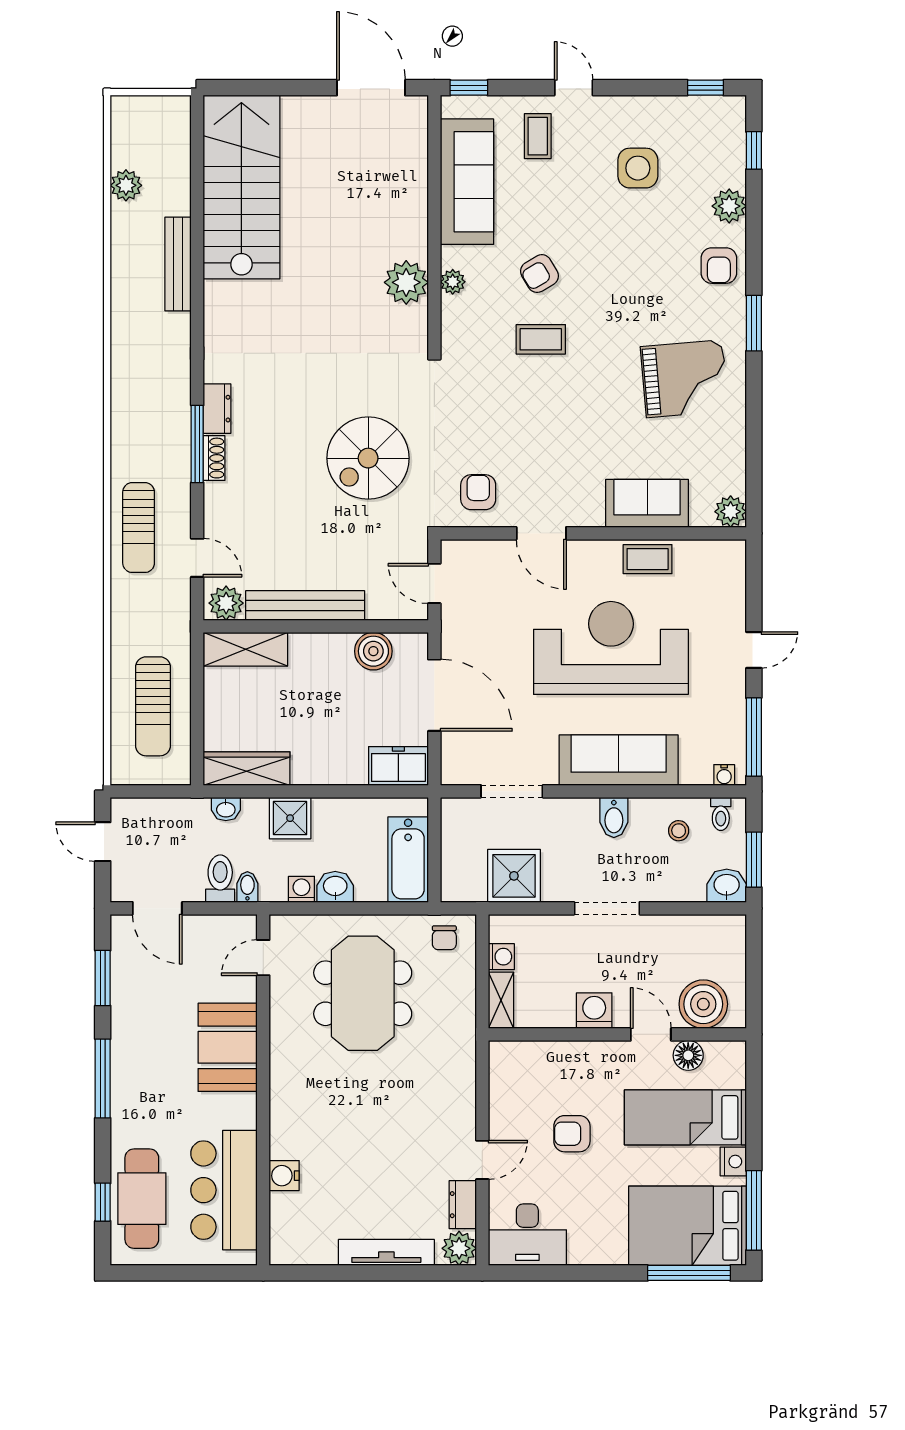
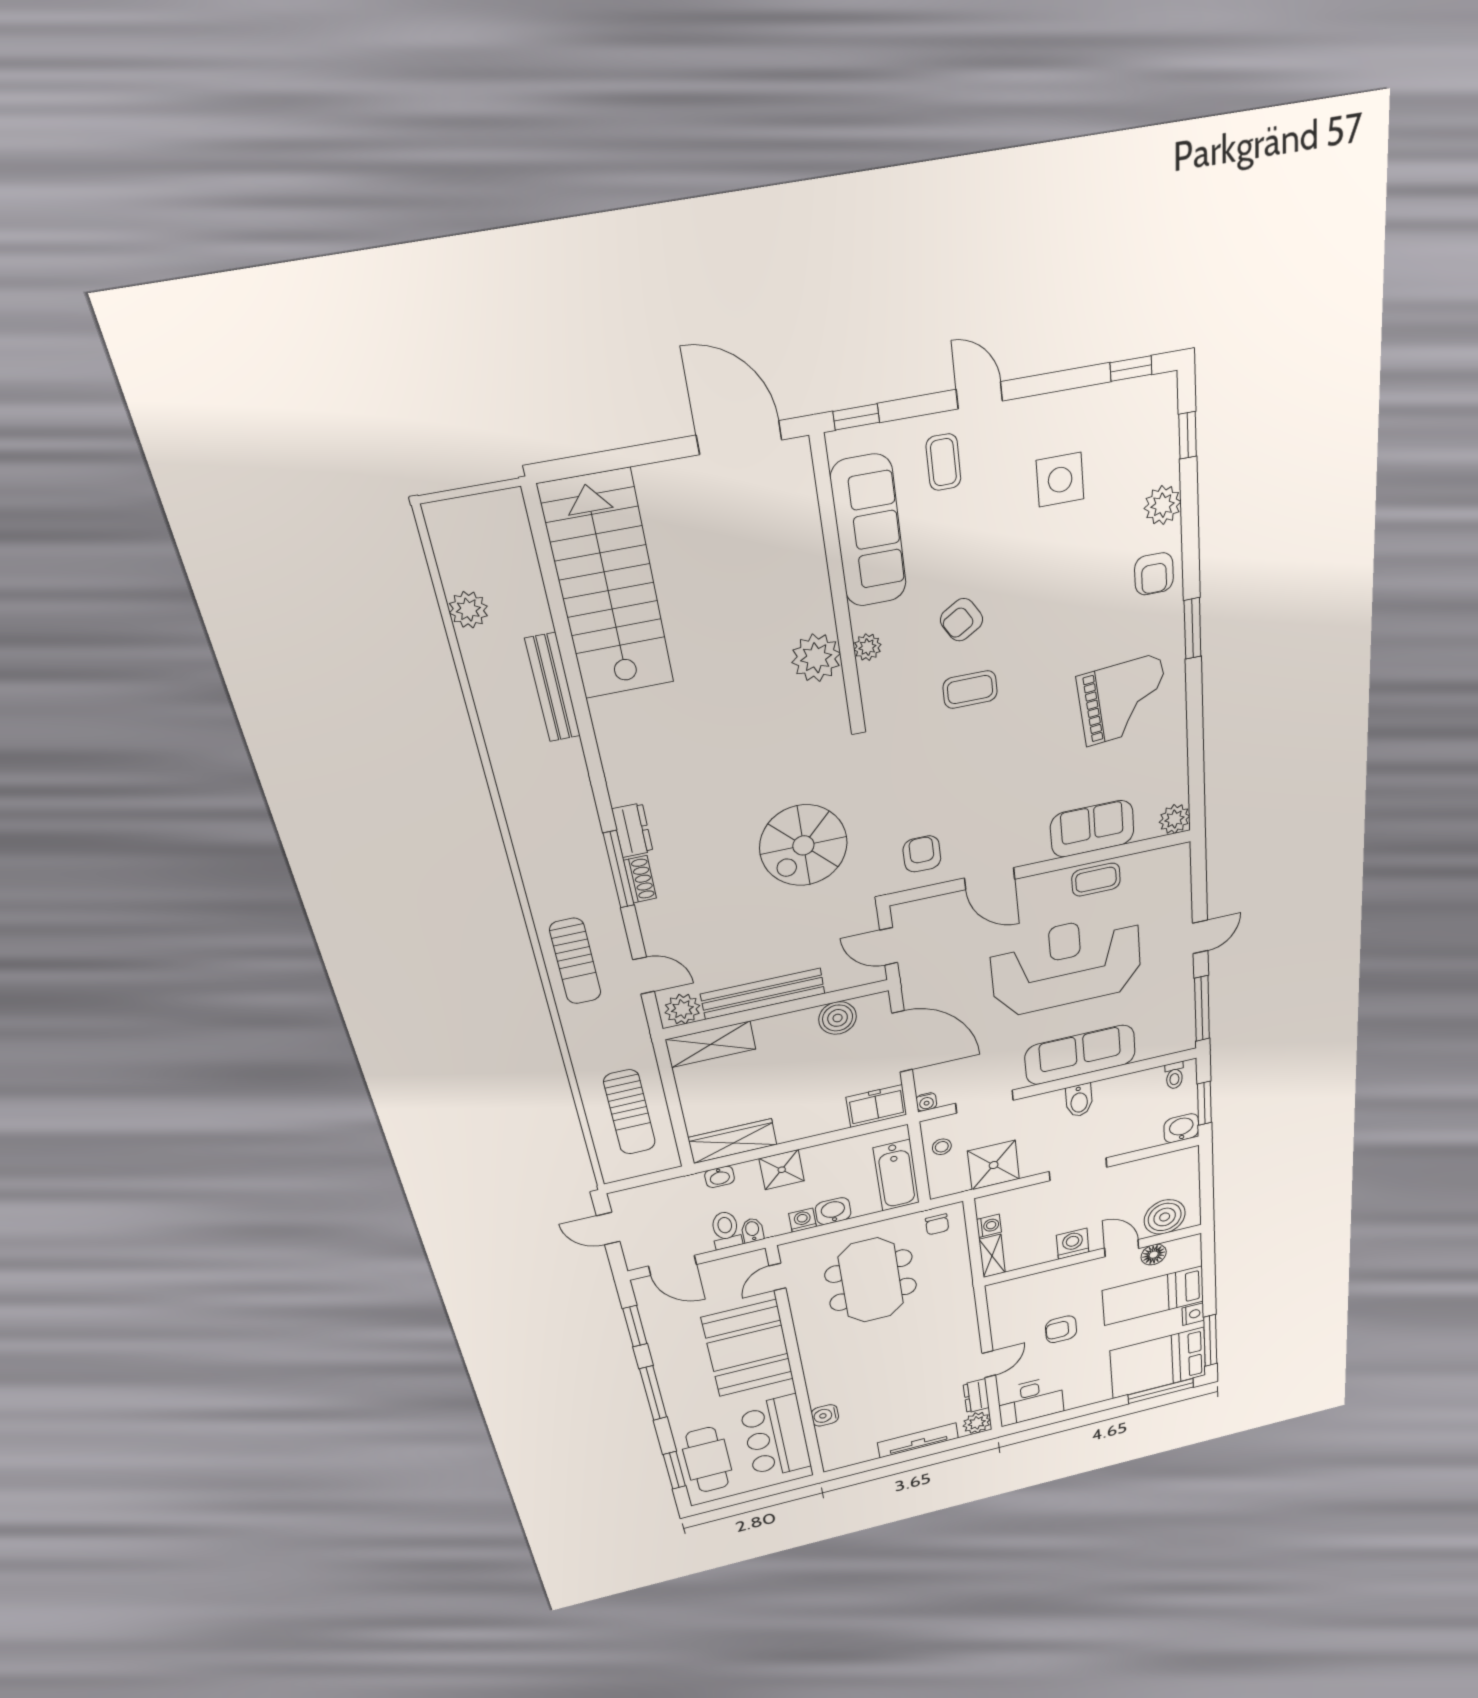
water cooler: (724, 775) -> (926, 1102), moved
stool: (679, 831) -> (942, 1147), moved
booth: (228, 1047) -> (748, 1348), width x1.36, depth x1.42
window: (103, 1202) -> (674, 1470), width x1.50

